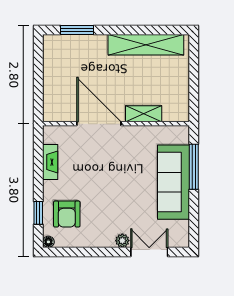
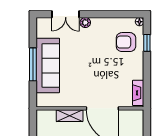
fireplace: (50, 162) -> (138, 93), moved
window: (194, 167) -> (33, 64), moved
armchair: (67, 214) -> (126, 42), turned -90

